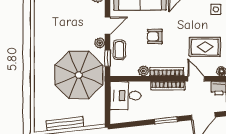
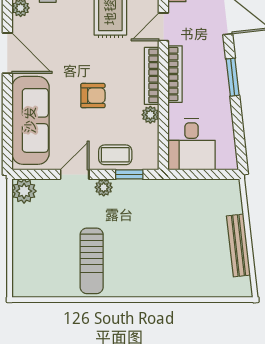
door: (108, 26) -> (75, 174), hinge flipped
sun lounger: (56, 36) -> (92, 261), added
armchair: (155, 36) -> (93, 96), turned -90
parasol: (79, 75) -> (157, 222), removed

